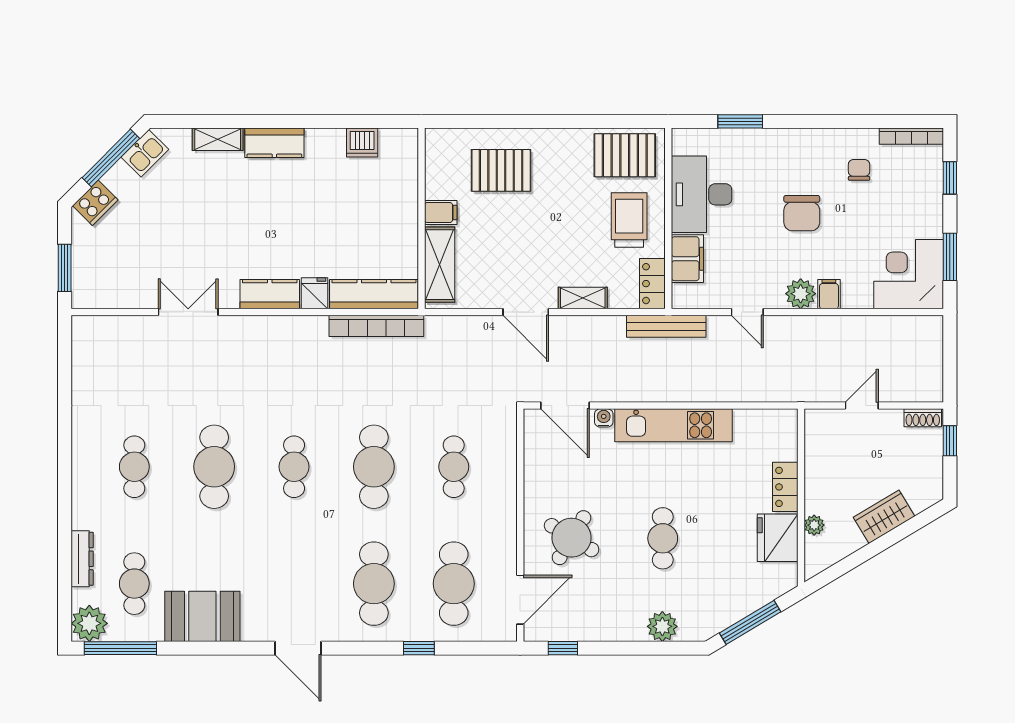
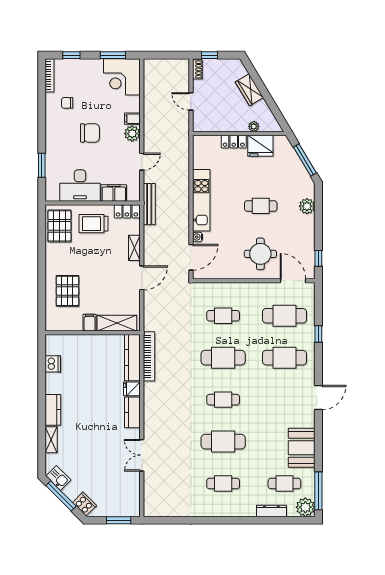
round table: (572, 538) -> (260, 254), turned -31

